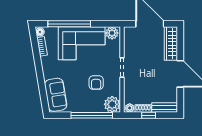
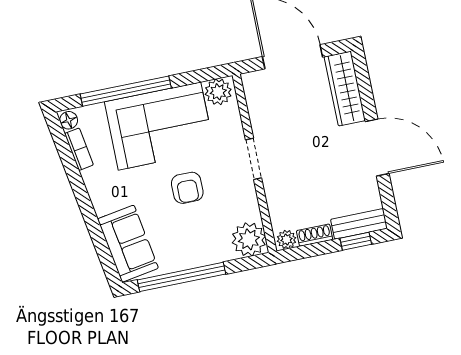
armchair: (96, 83) -> (187, 188), moved
window: (92, 115) -> (181, 277), moved
window: (149, 115) -> (356, 241), moved

